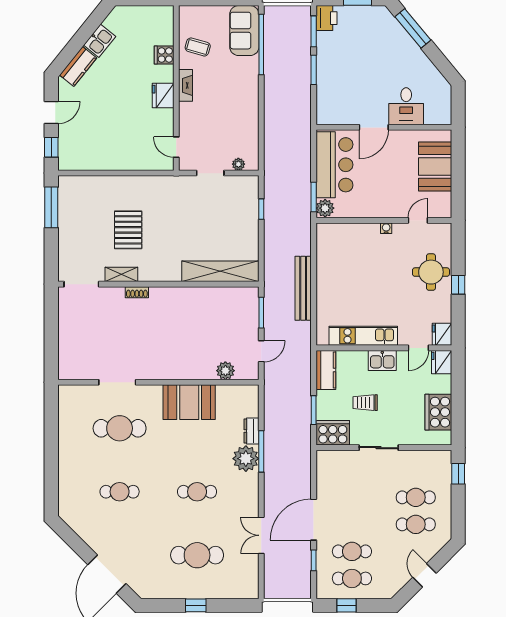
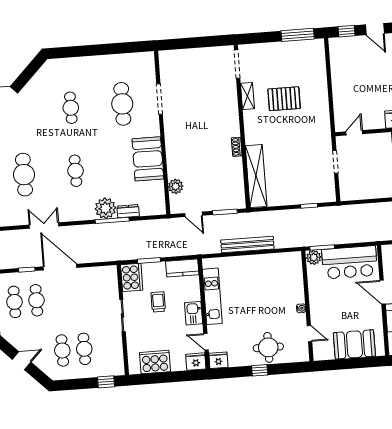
plant: (238, 164) -> (344, 184), removed
shoe rack: (137, 292) -> (237, 147), moved

